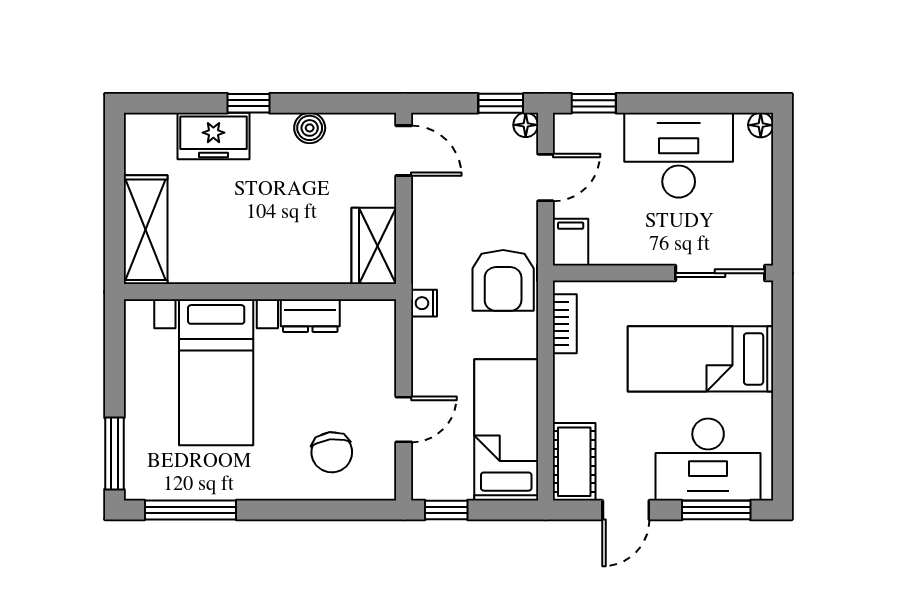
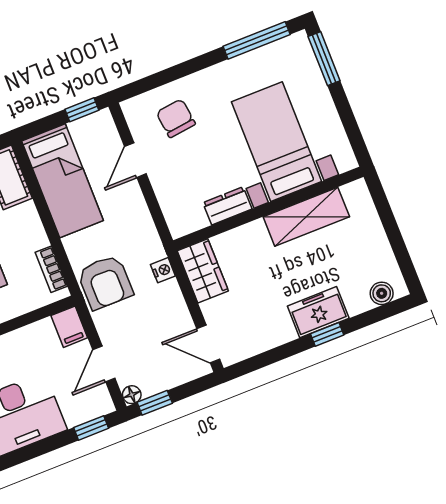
boiler: (310, 128) -> (382, 293), moved
freezer: (213, 136) -> (318, 312), moved
shelving: (146, 230) -> (306, 217), moved, turned 90
armchair: (503, 280) -> (105, 282), turned 180
nightstand: (424, 303) -> (163, 270), moved

